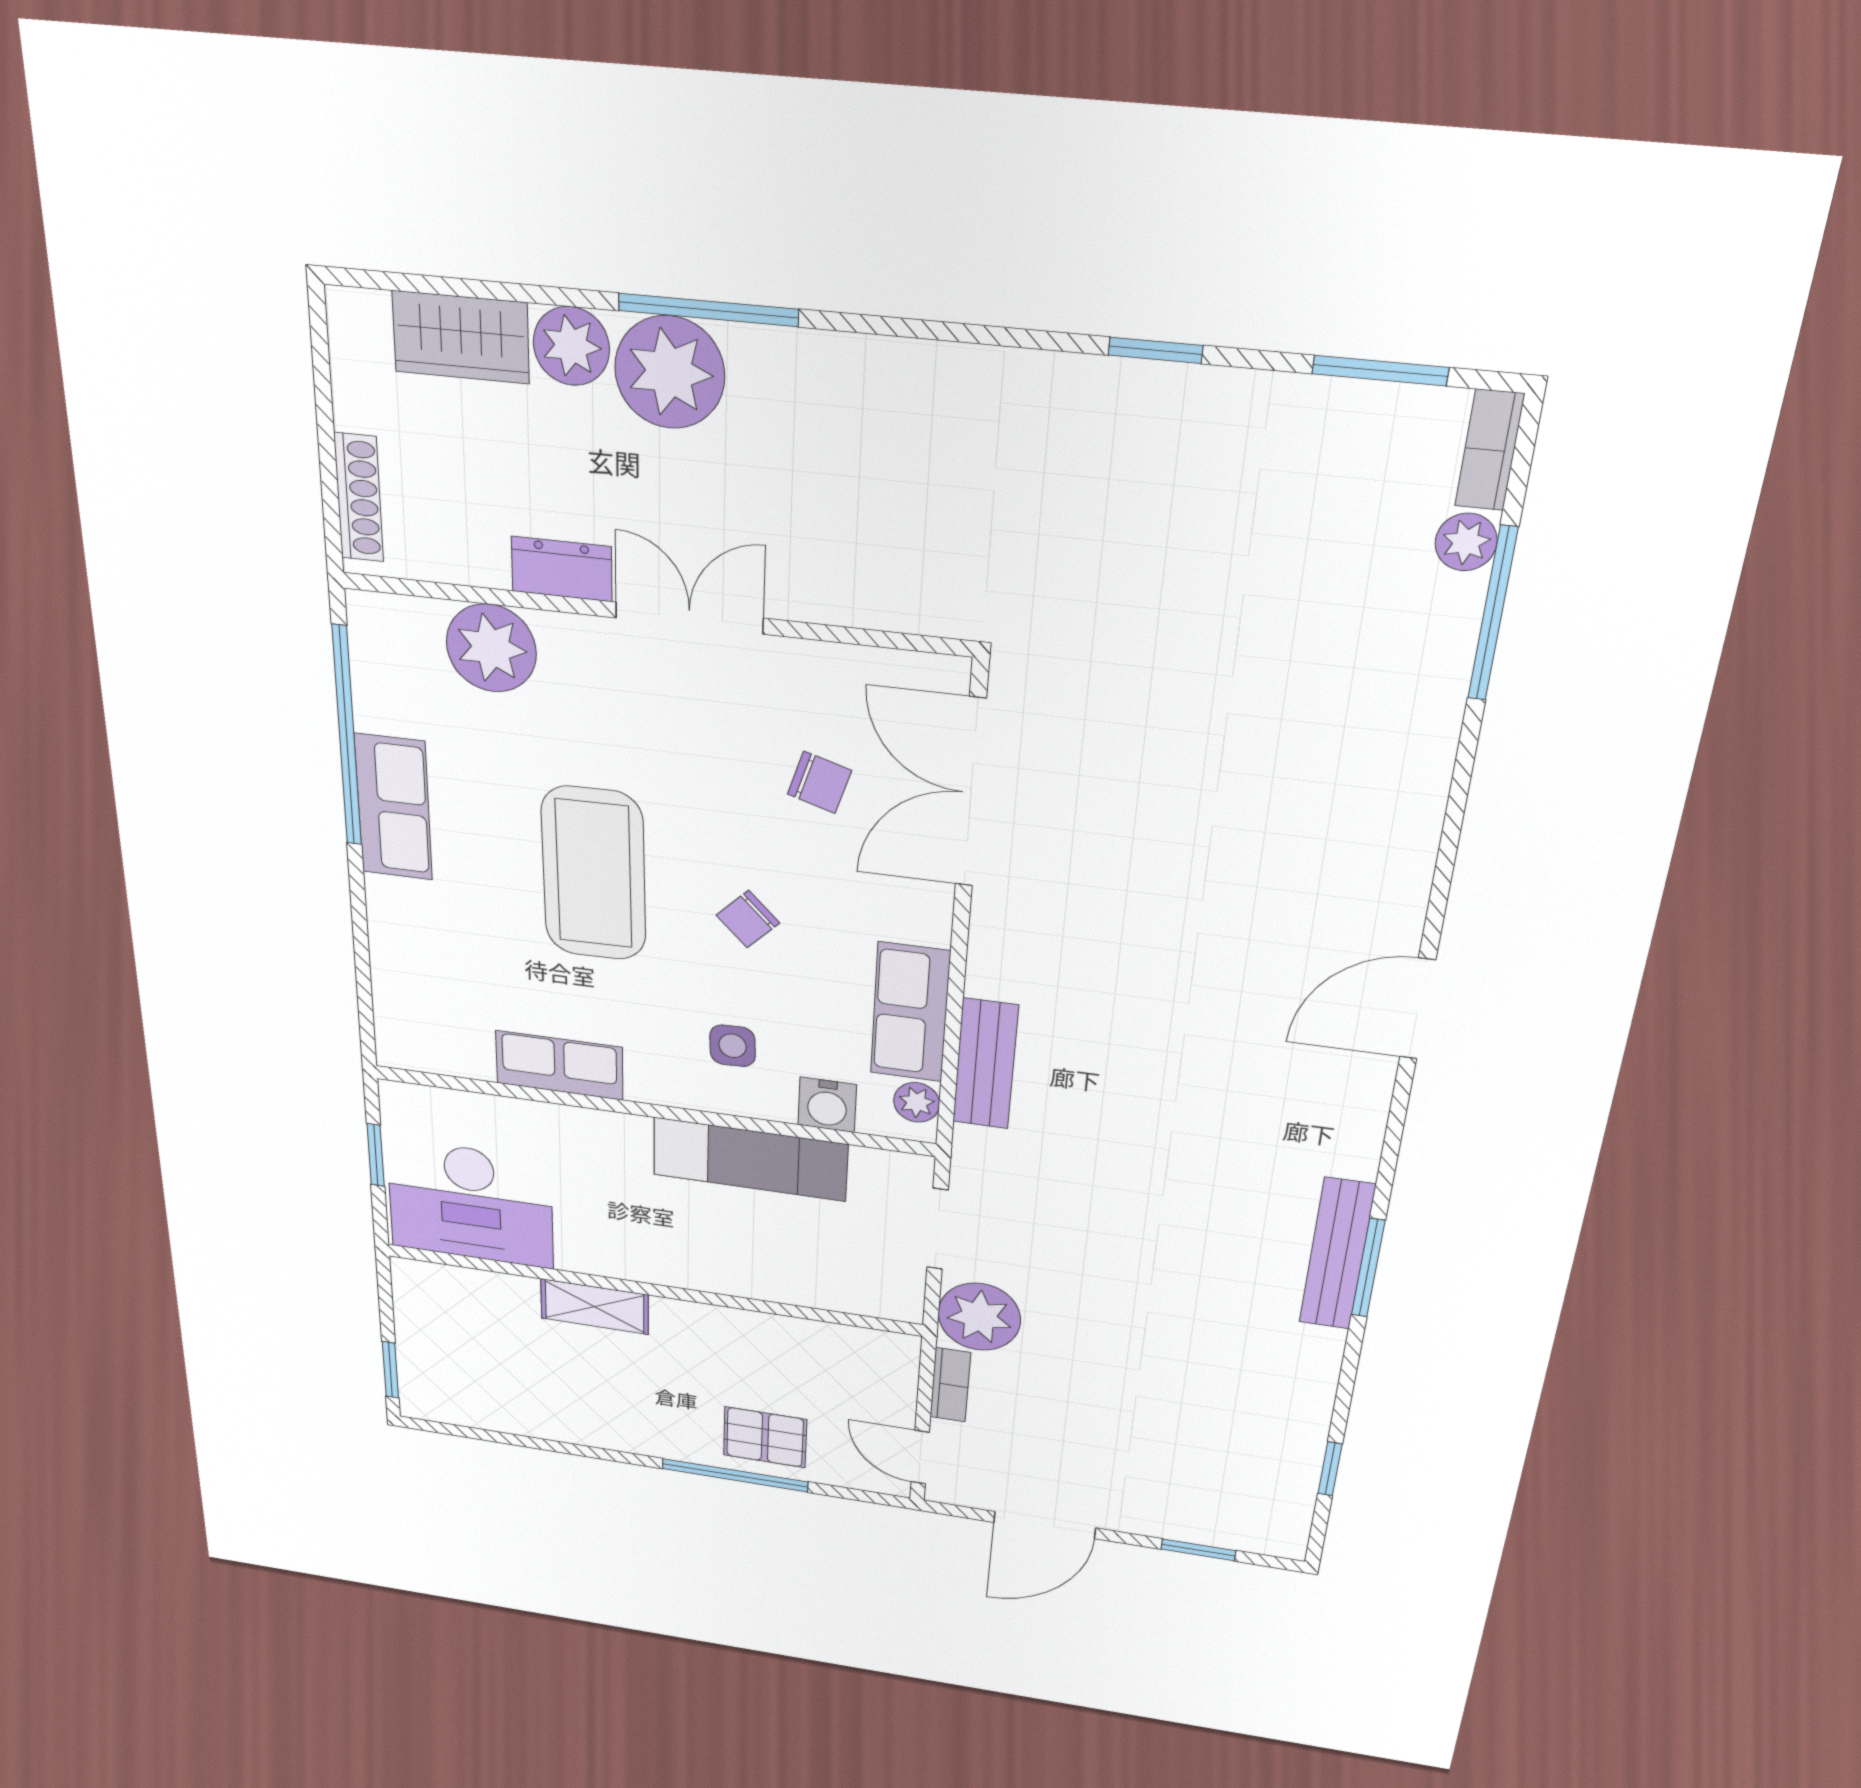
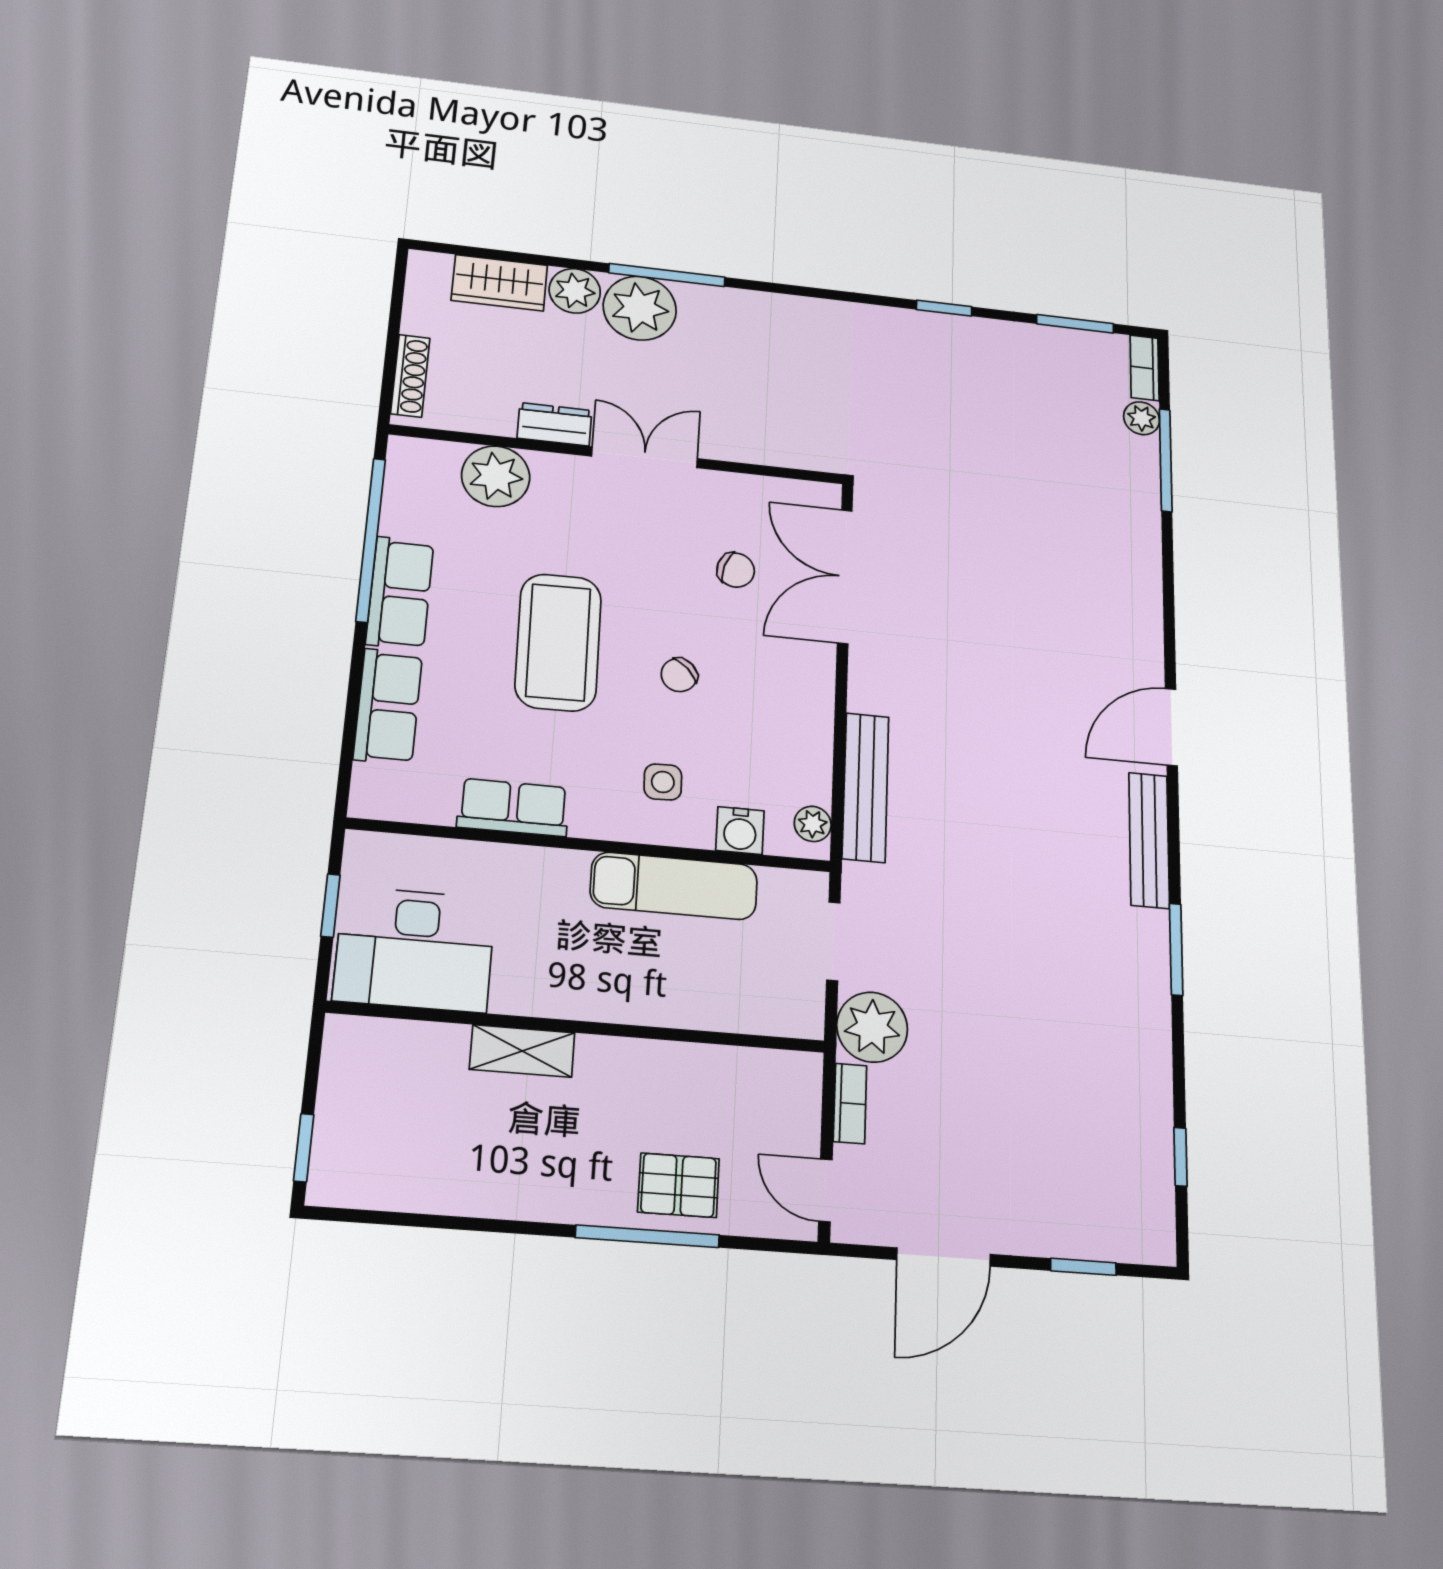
row of seats: (910, 1012) -> (388, 706), moved, turned 180
bench: (985, 1064) -> (866, 787), width x1.36
bench: (1337, 1254) -> (1149, 840), moved

